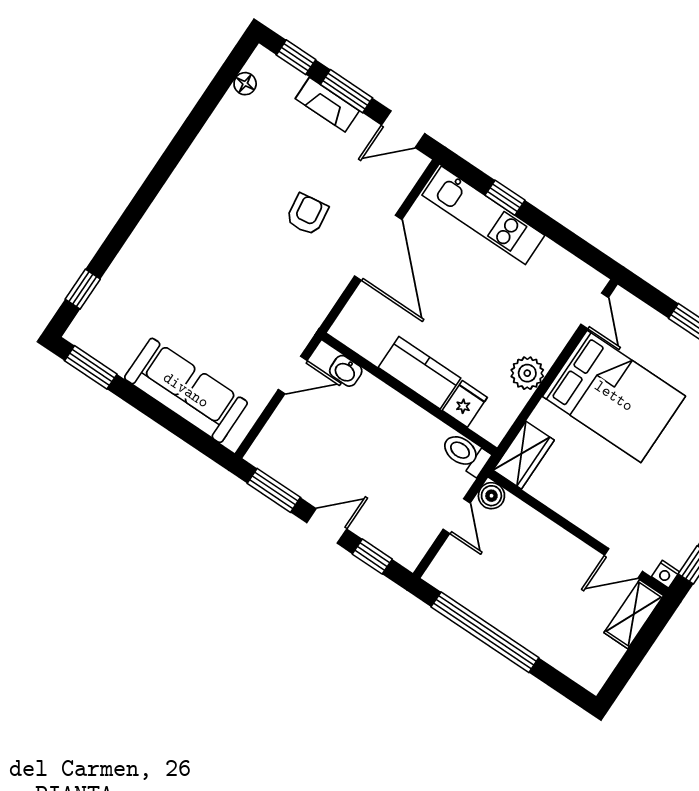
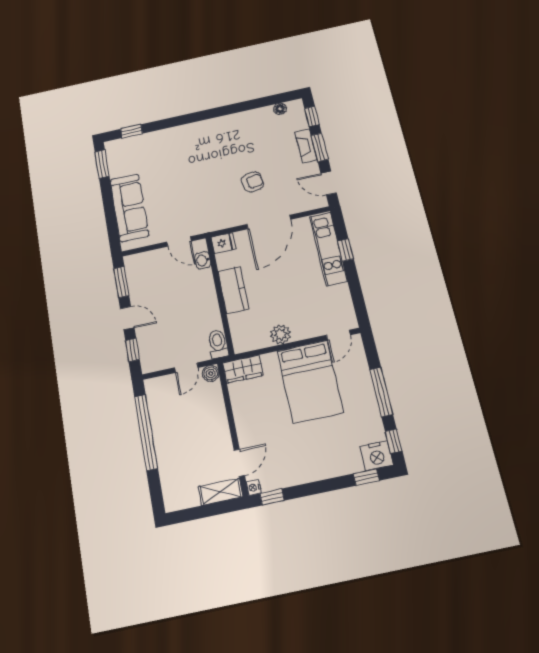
fridge: (465, 404) -> (223, 243), moved
door: (624, 563) -> (239, 463), swing flipped

